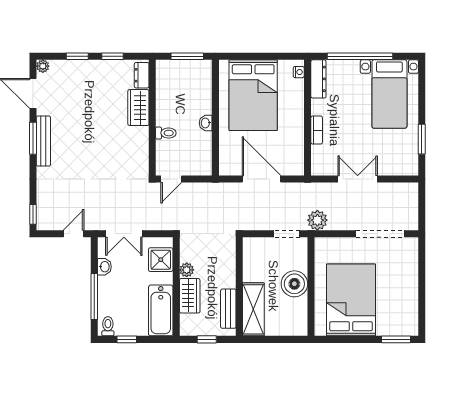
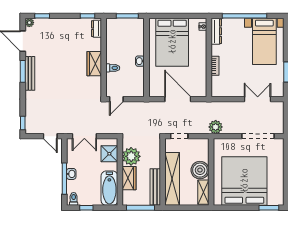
window: (77, 56) -> (42, 16), moved
window: (113, 56) -> (87, 16), moved
wardrobe: (138, 108) -> (94, 64), moved
double door: (358, 179) -> (258, 99), moved
door: (73, 234) -> (50, 136), swing flipped
doorway: (287, 234) -> (179, 136), moved
washbasin: (104, 267) -> (71, 174), moved
plant: (187, 270) -> (131, 156), width x1.88, depth x1.88
bed: (351, 300) -> (244, 181), width x1.36
bench: (228, 309) -> (155, 187), width x1.36
shelving: (253, 309) -> (172, 179), width x1.47
shelving: (299, 316) -> (203, 192), added
window: (207, 339) -> (141, 208), width x2.17

